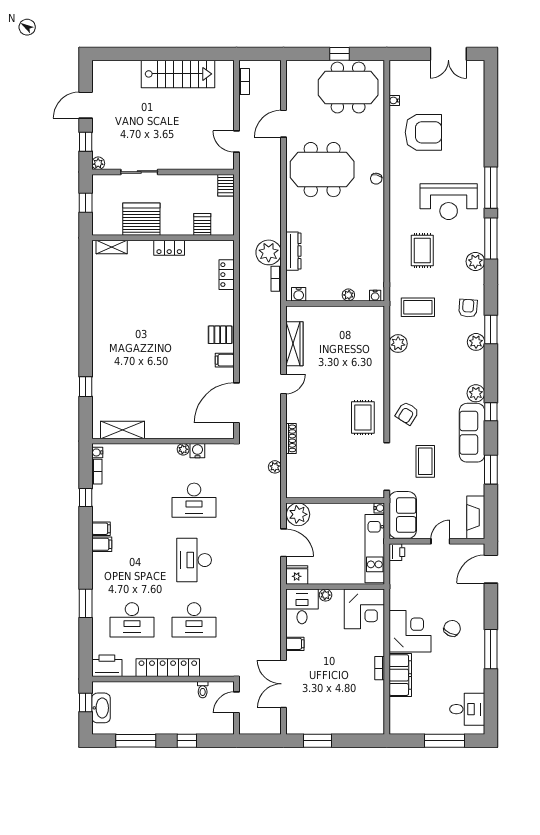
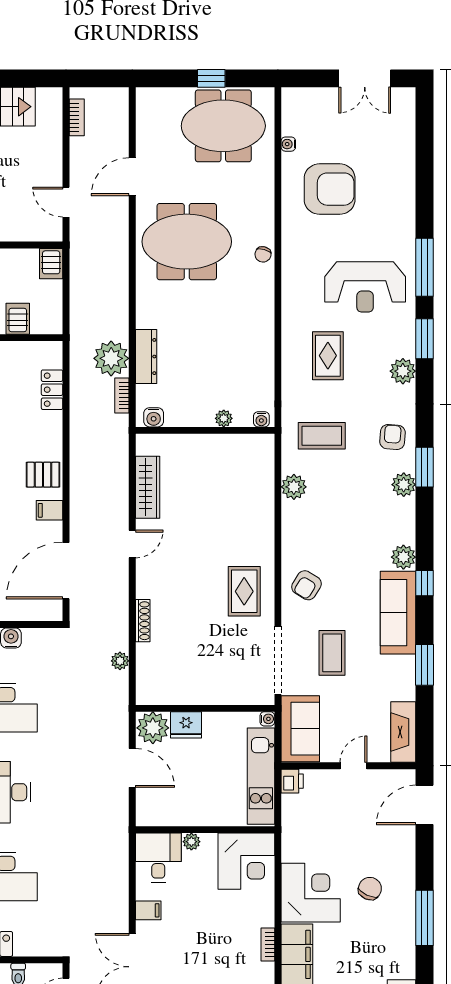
window: (491, 238) -> (425, 339), width x0.69
fridge: (297, 575) -> (186, 725), moved, turned 180

